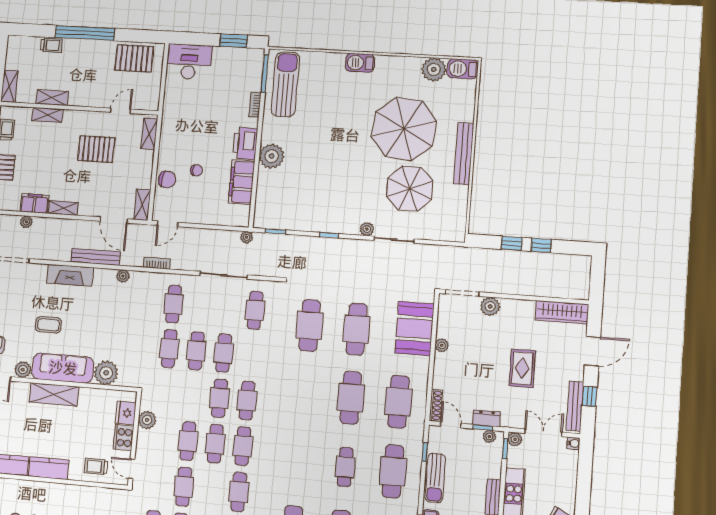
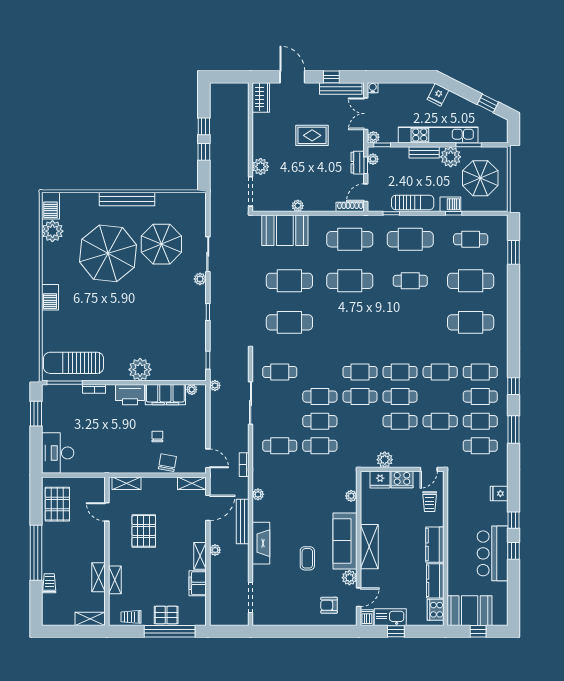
plant: (244, 211) -> (192, 390), added
plant: (26, 222) -> (215, 550), moved
wardrobe: (562, 312) -> (261, 97), width x0.67
plant: (106, 373) -> (351, 496), width x0.53, depth x0.53

